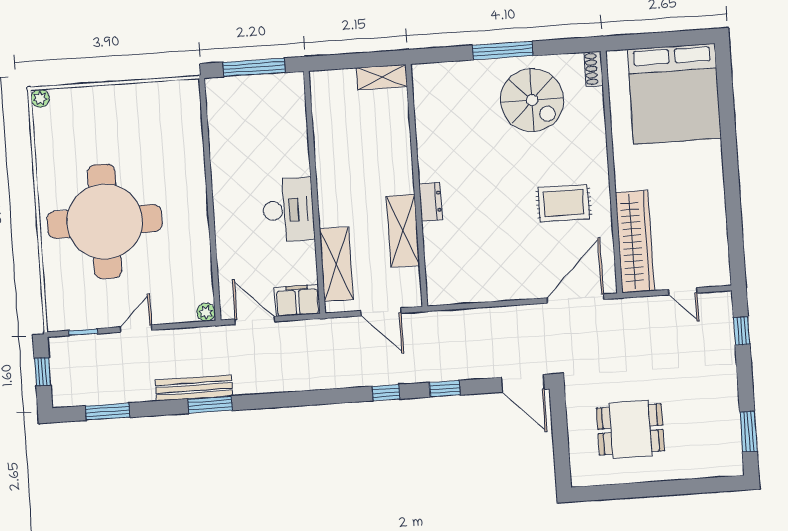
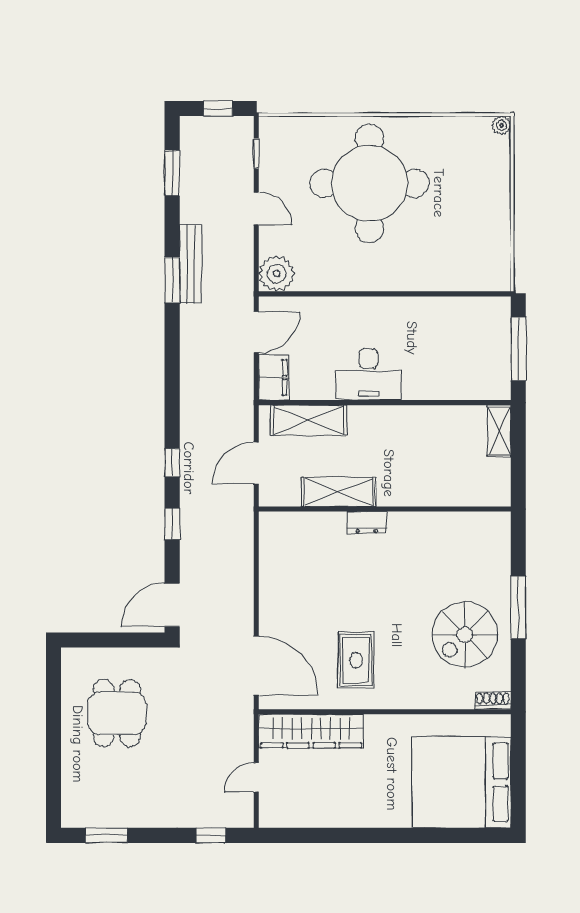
shelving: (382, 77) -> (499, 431), moved
plant: (206, 312) -> (277, 274), width x1.88, depth x1.88

